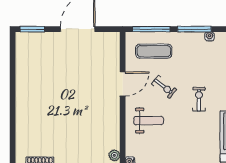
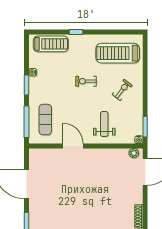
window: (194, 29) -> (27, 85), width x0.69
exercise bike: (164, 87) -> (122, 90), moved

